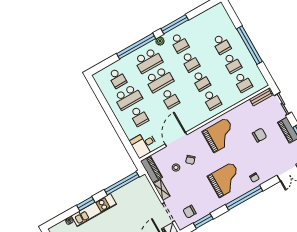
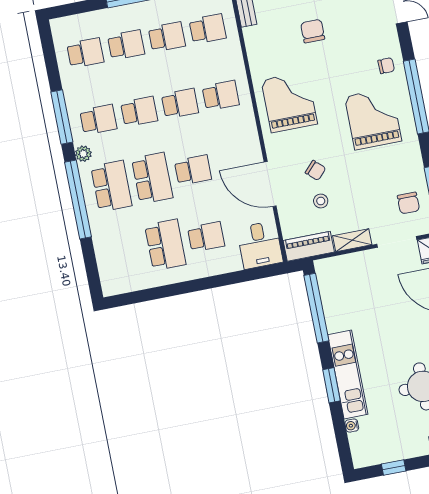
school desk: (117, 78) -> (85, 53), moved

